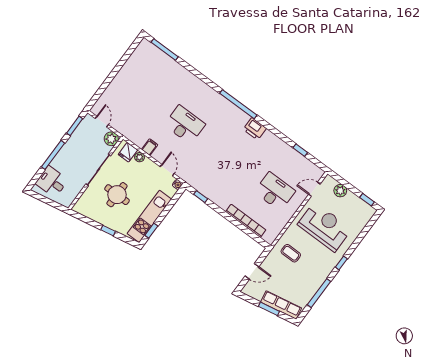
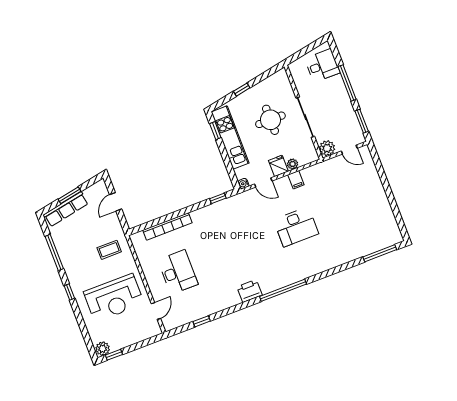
fridge: (128, 152) -> (278, 166), moved
desk: (275, 191) -> (178, 272), turned -90
plant: (340, 191) -> (103, 349), moved

